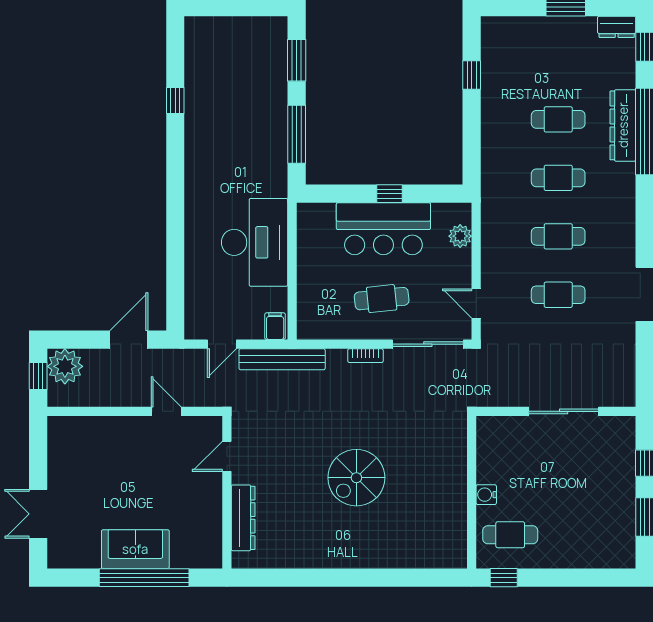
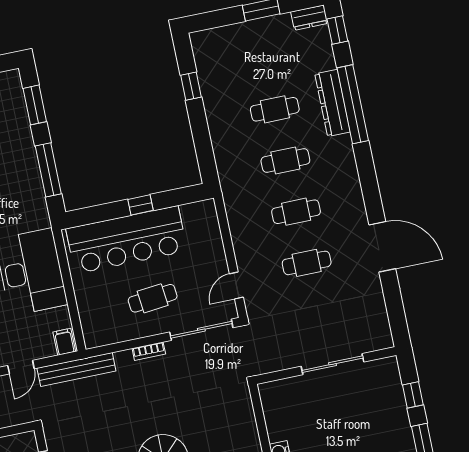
bar counter: (383, 229) -> (127, 240), width x1.36
plant: (460, 236) -> (210, 229), removed
door: (476, 304) -> (236, 285), hinge flipped

